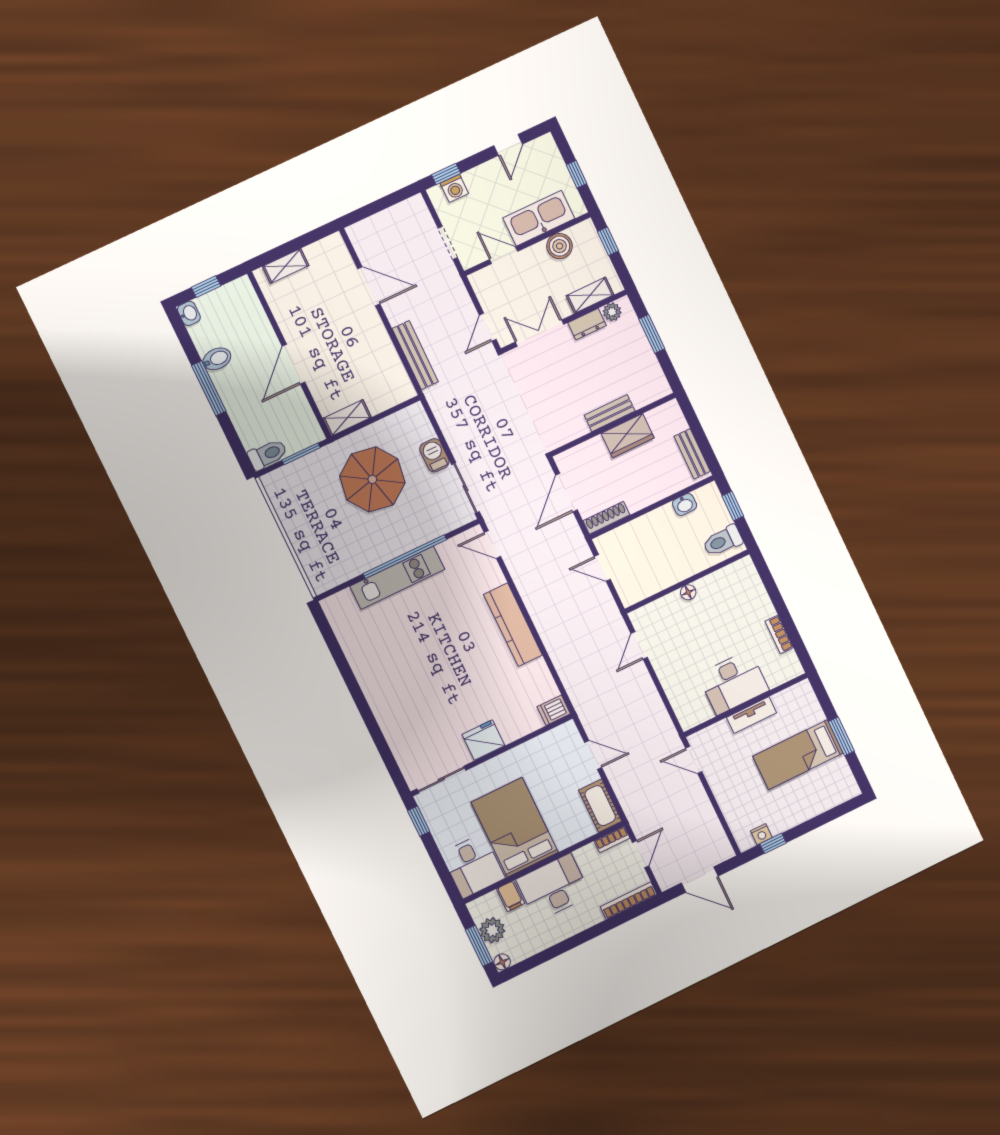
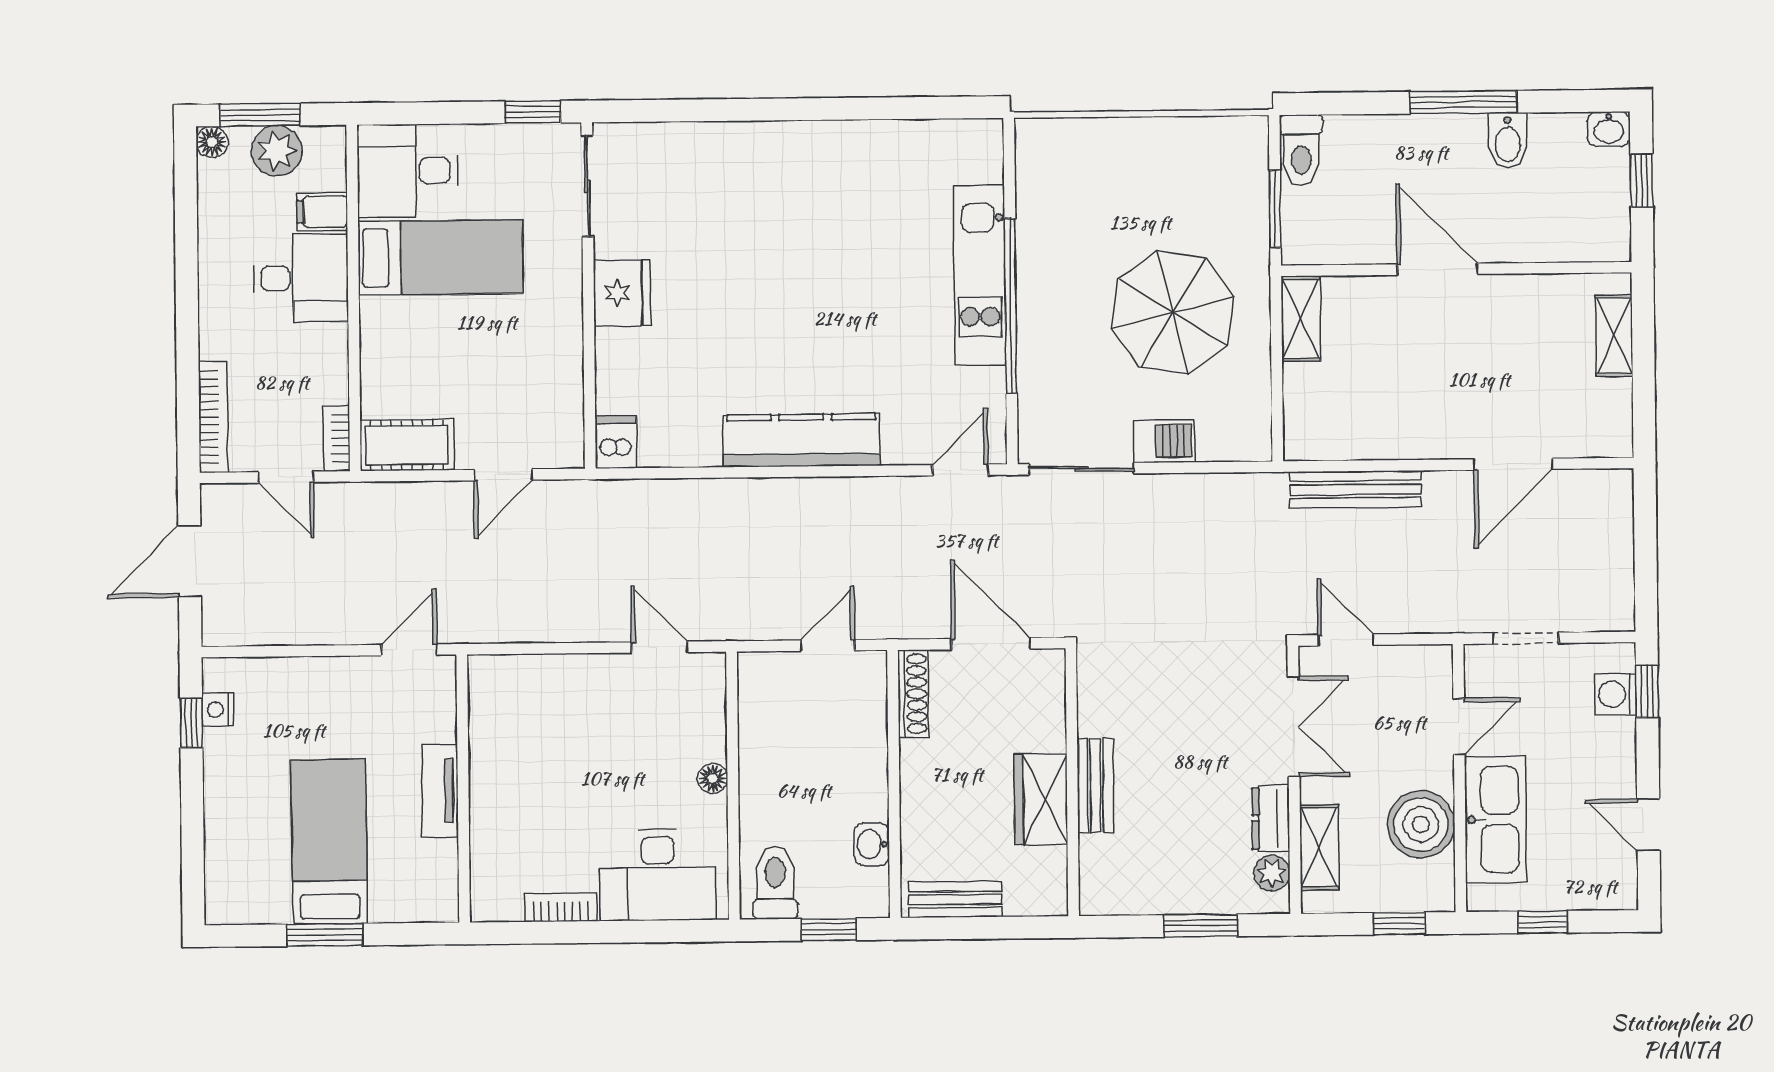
boiler: (560, 246) -> (1421, 824), width x1.37, depth x1.37
desk: (733, 682) -> (658, 875), moved, turned -90
bed: (515, 827) -> (441, 257), width x0.67
desk: (553, 887) -> (301, 278), width x0.73

